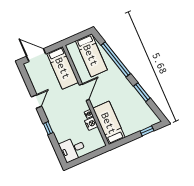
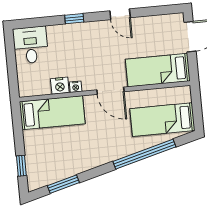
window: (142, 92) -> (63, 184), moved

